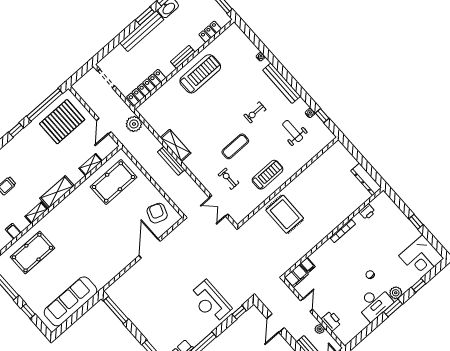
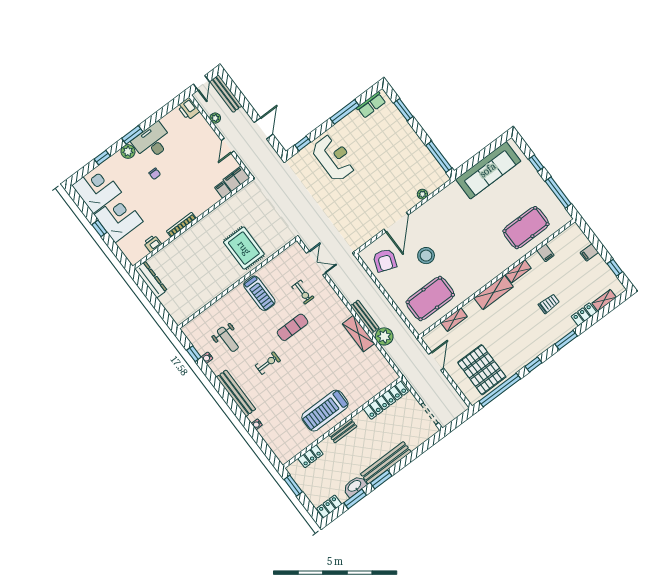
pallet: (62, 122) -> (482, 370), turned 90
plant: (134, 124) -> (384, 336), moved
treadmill: (268, 175) -> (259, 293), turned -90
stool: (120, 220) -> (426, 256), added
corner desk: (399, 232) -> (119, 218), added
plant: (128, 275) -> (422, 194), added
printer: (331, 321) -> (188, 109), moved

